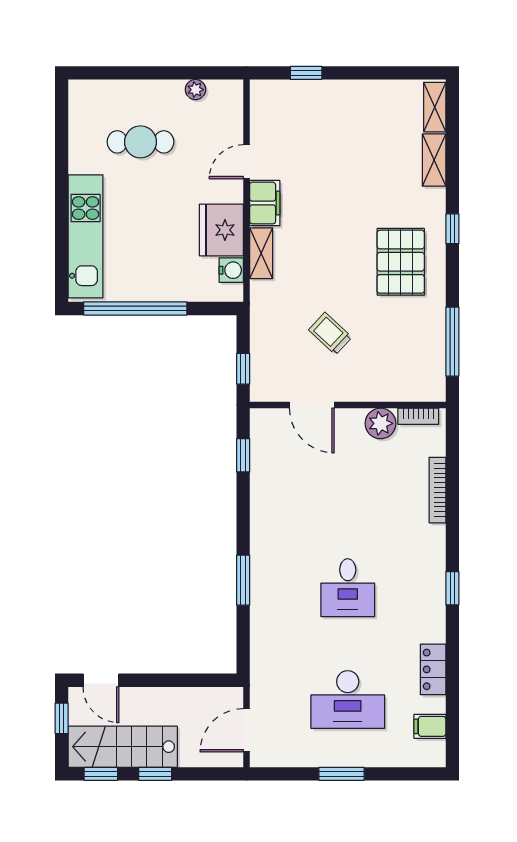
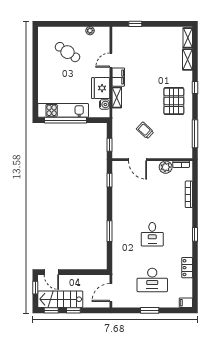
cafe table: (140, 142) -> (68, 52), turned 34
kitchen unit: (86, 236) -> (63, 110), moved, turned -90
filing cabinet: (430, 726) -> (186, 303), moved

